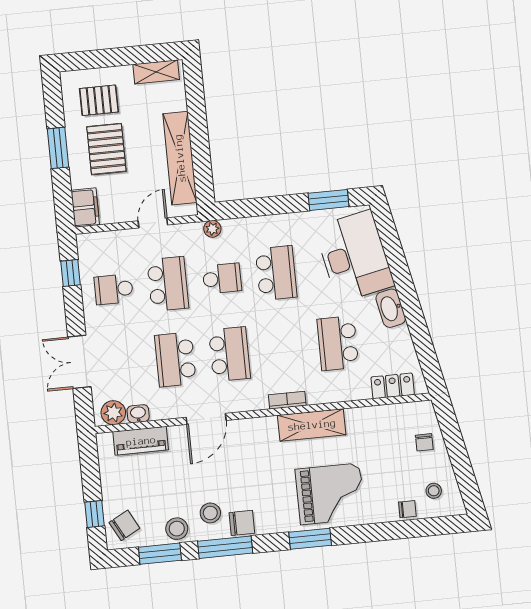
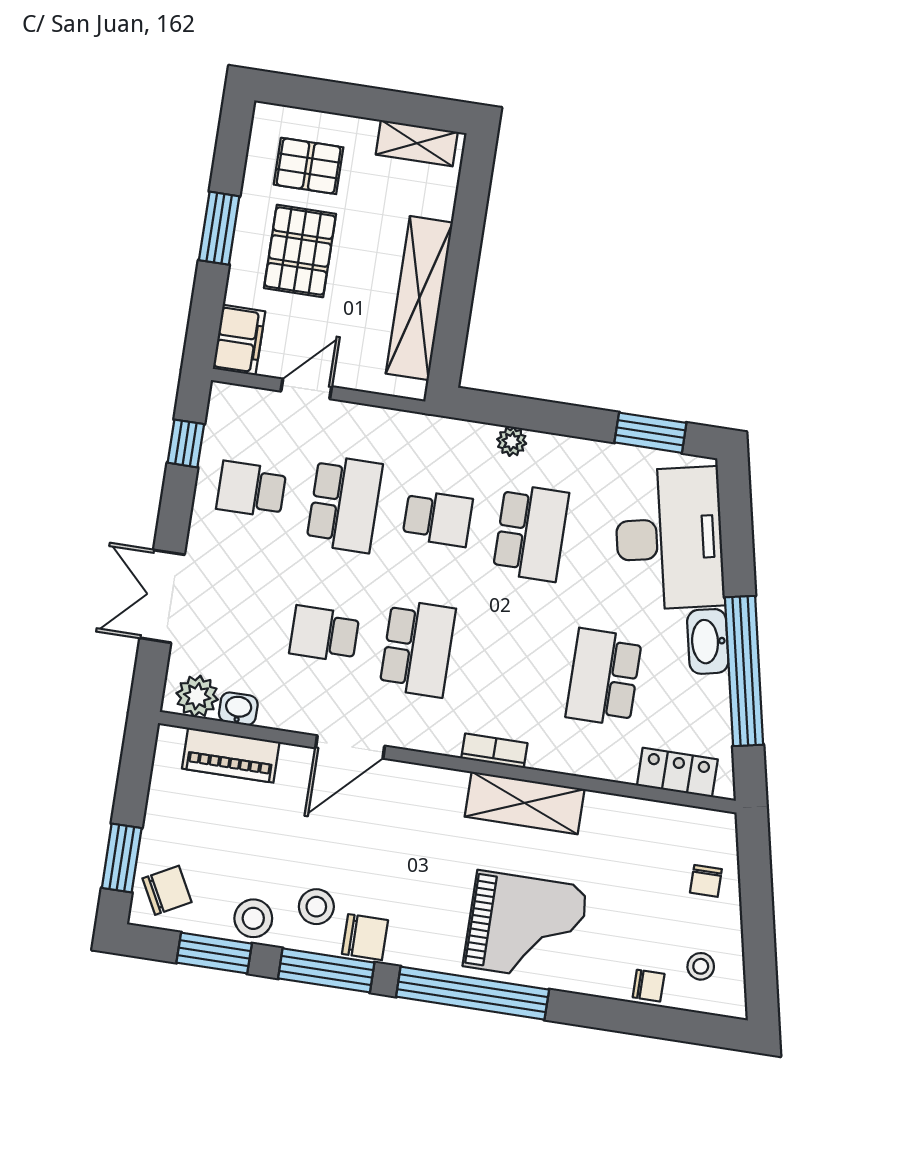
door: (153, 223) -> (306, 389), moved
plant: (212, 229) -> (512, 441), moved
window: (415, 320) -> (744, 671), added
school desk: (175, 359) -> (324, 634), width x0.54
window: (95, 514) -> (122, 858), width x1.50
window: (310, 539) -> (473, 993), width x2.11

